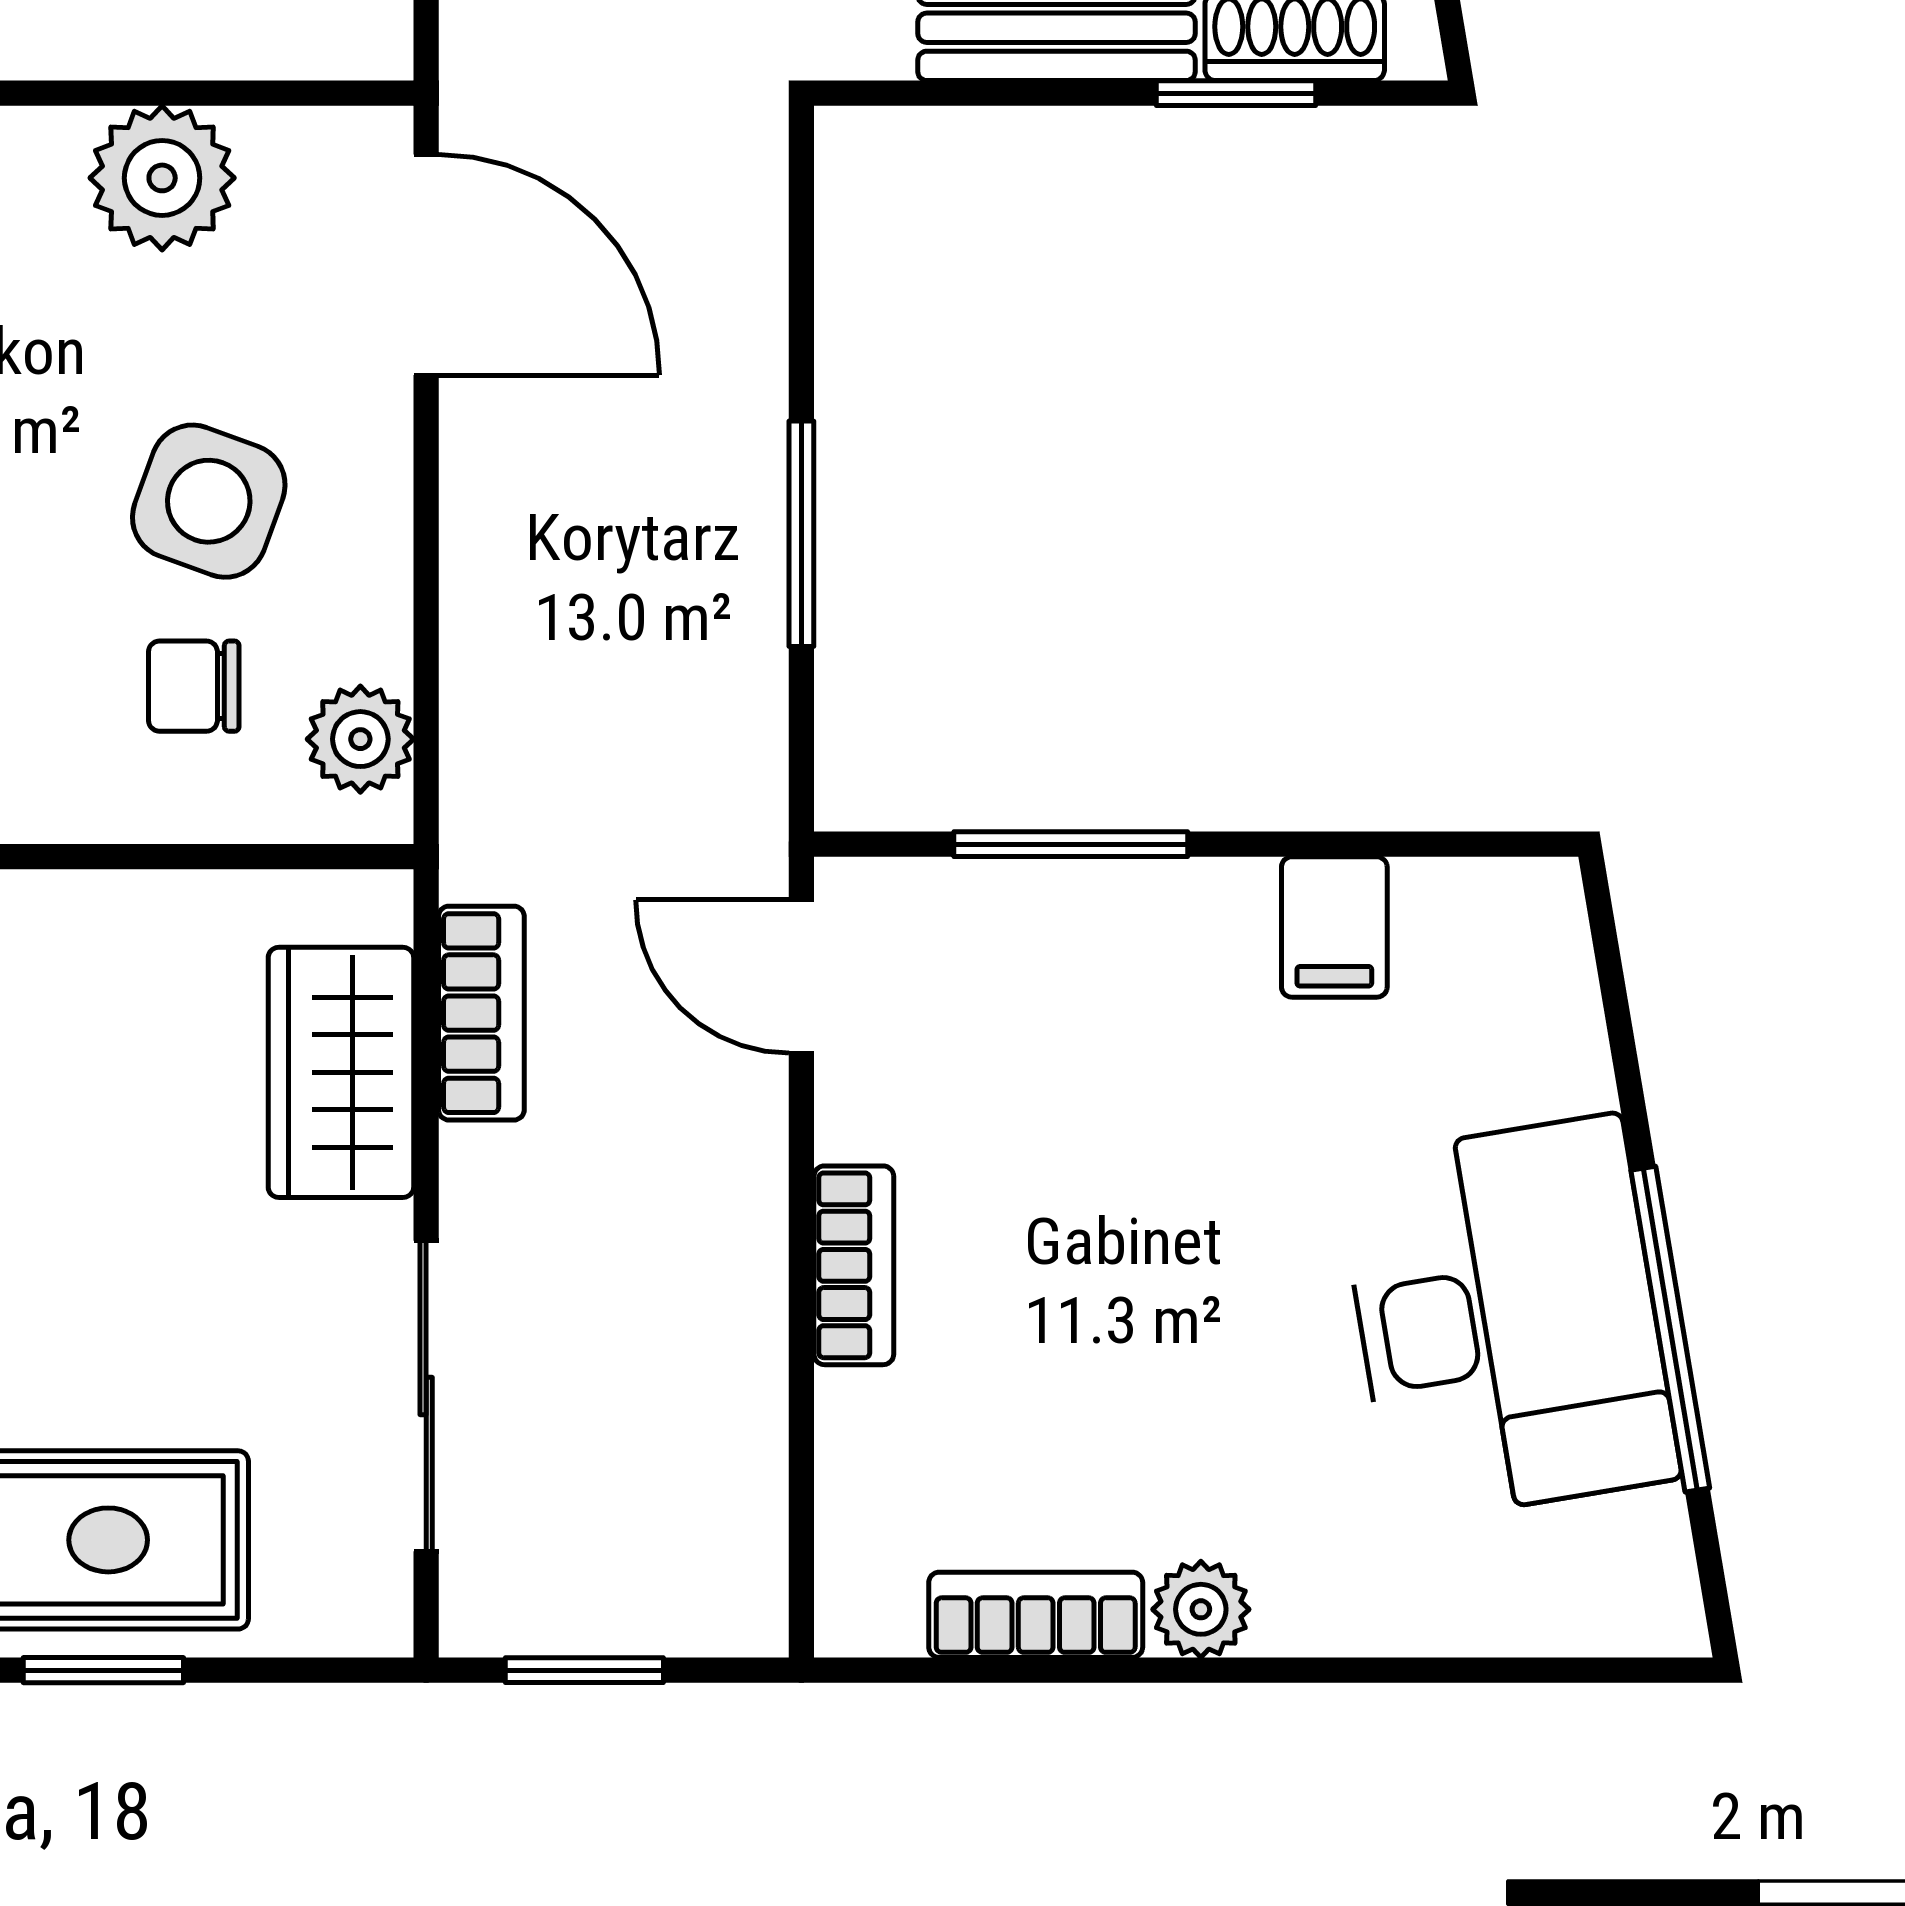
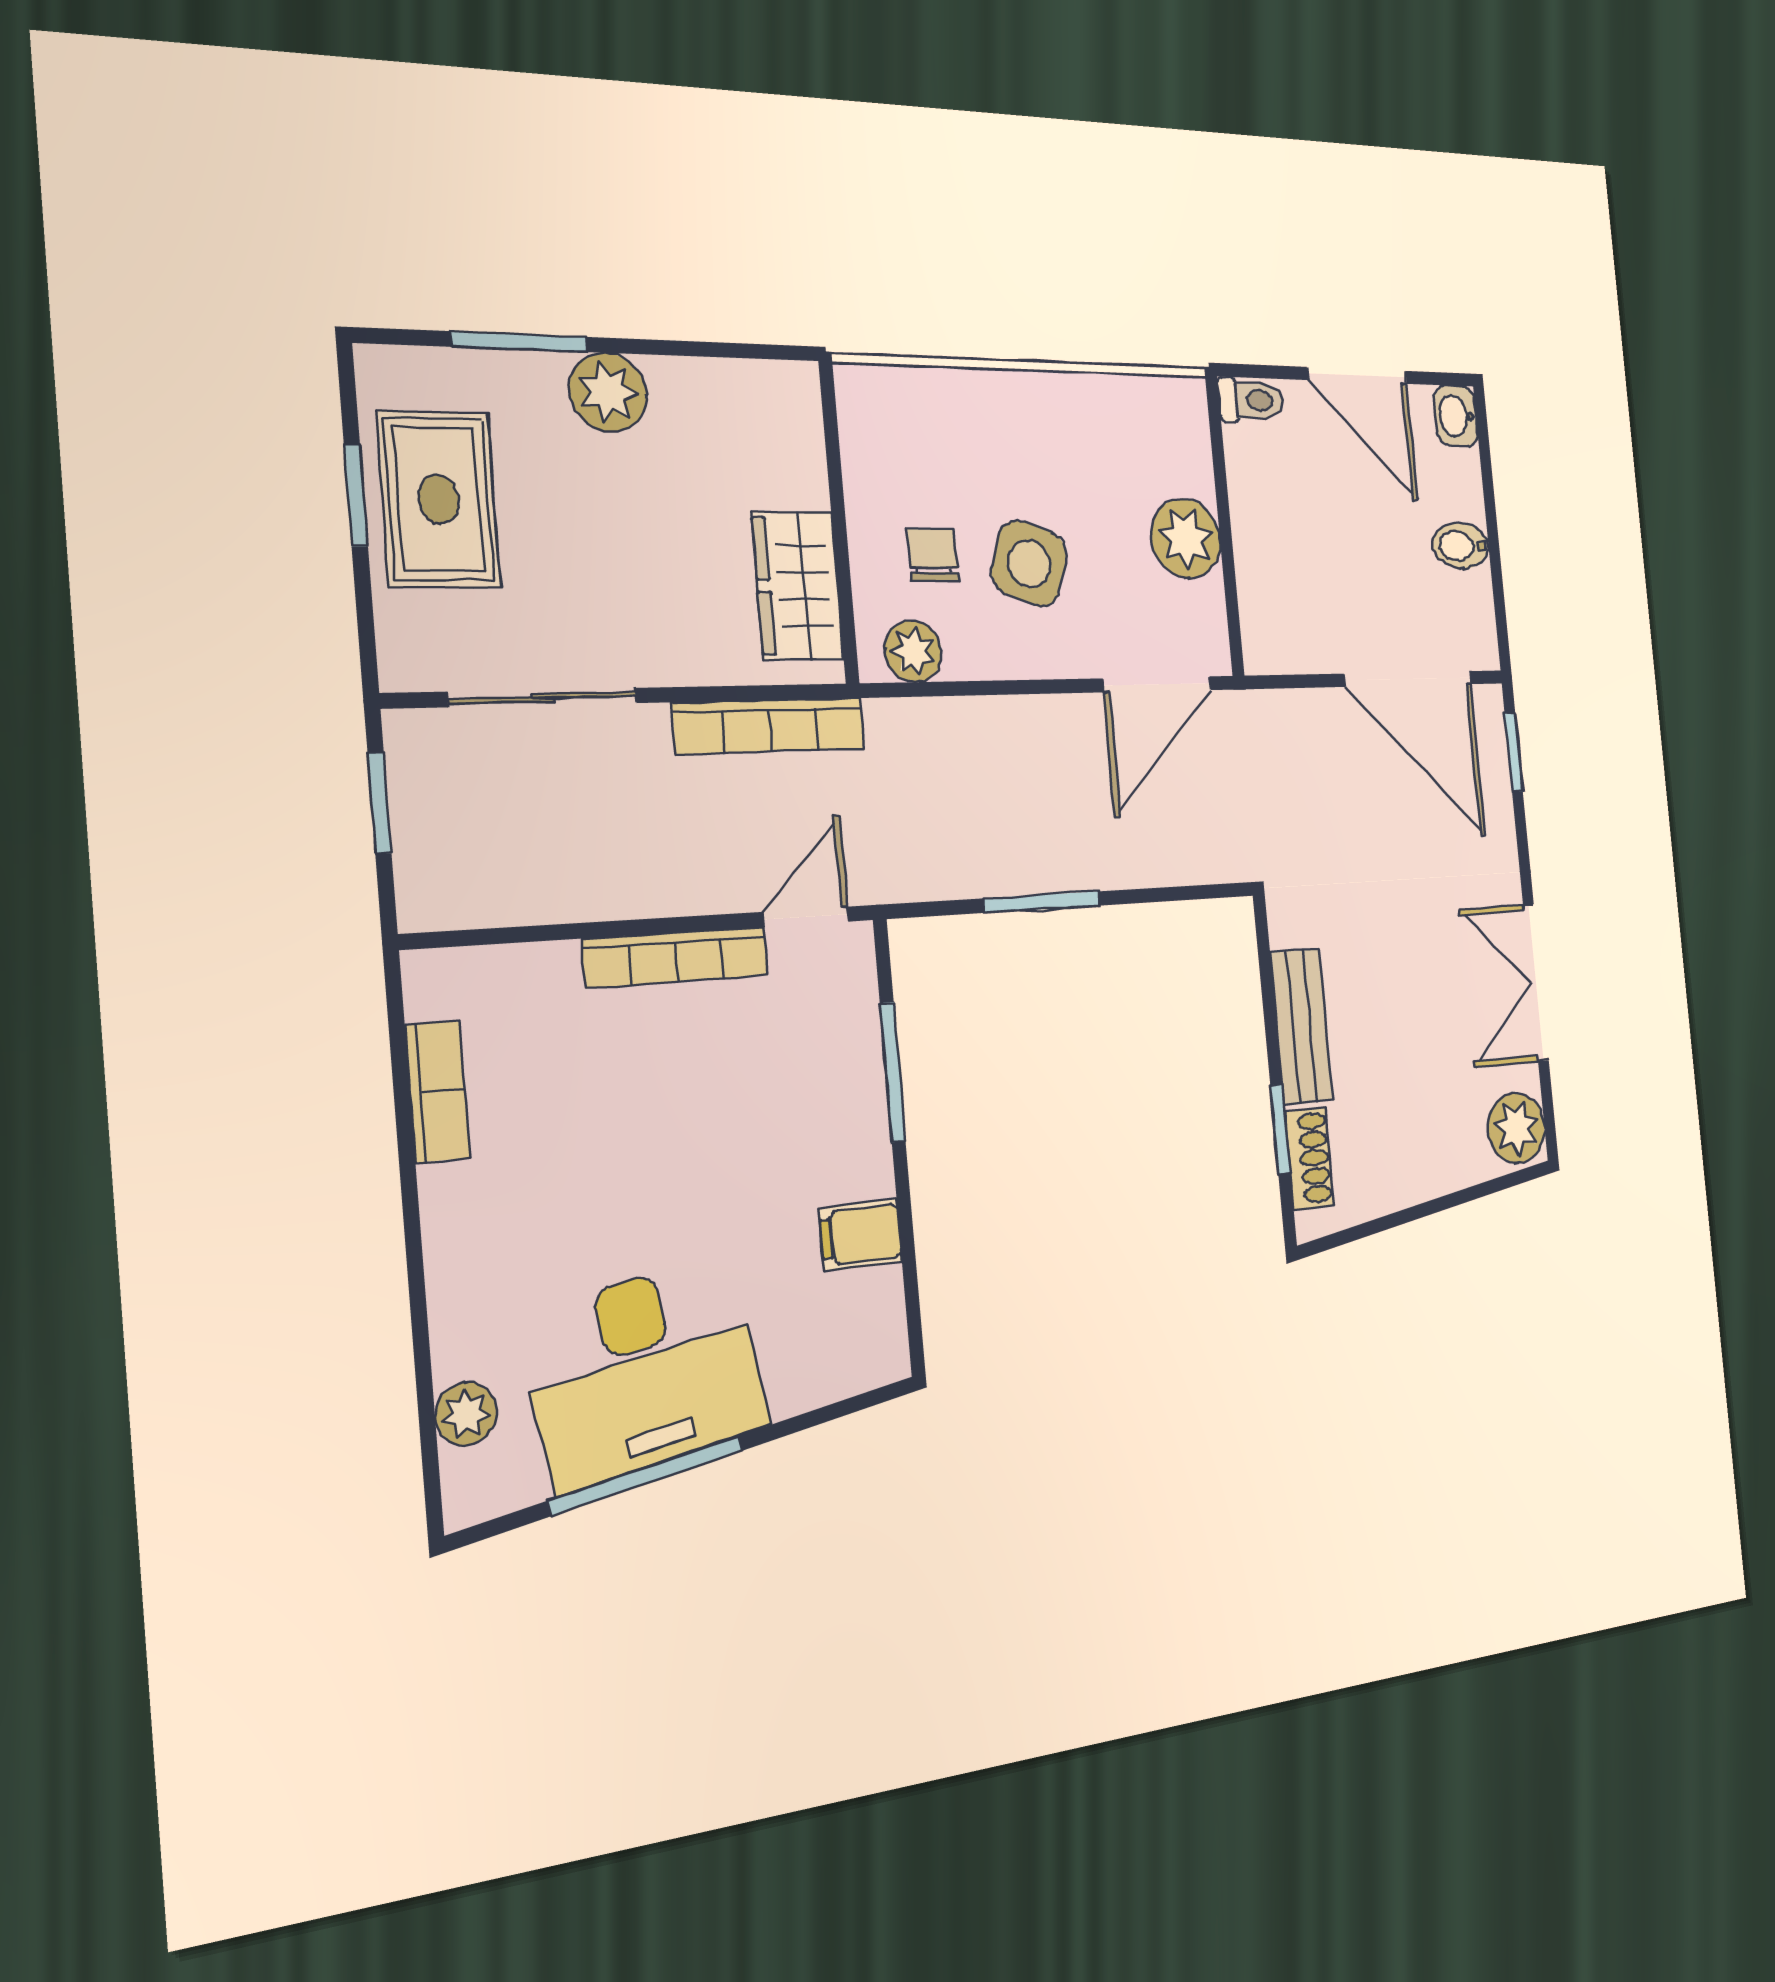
bookcase: (481, 1013) -> (770, 726), width x1.56
wardrobe: (341, 1072) -> (798, 586), moved, turned -90
bookcase: (854, 1265) -> (676, 957), width x1.56
plant: (1201, 1609) -> (466, 1414), moved

